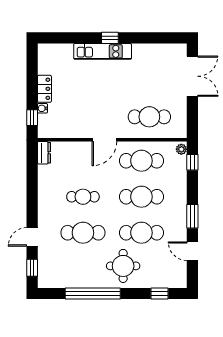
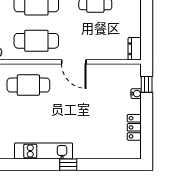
kitchen unit: (103, 51) -> (44, 151), moved
locker: (44, 89) -> (134, 127), moved
door: (104, 140) -> (74, 62), swing flipped

